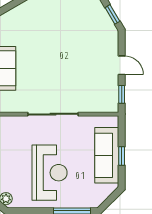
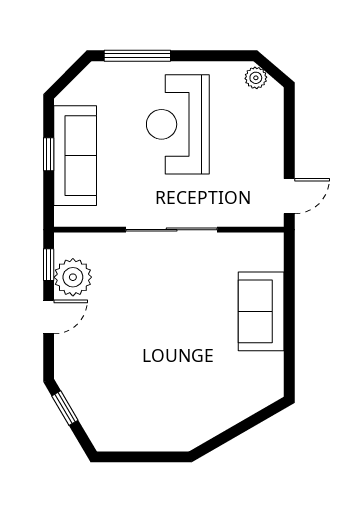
door: (122, 65) -> (49, 317), swing flipped
plant: (108, 87) -> (73, 277), added

